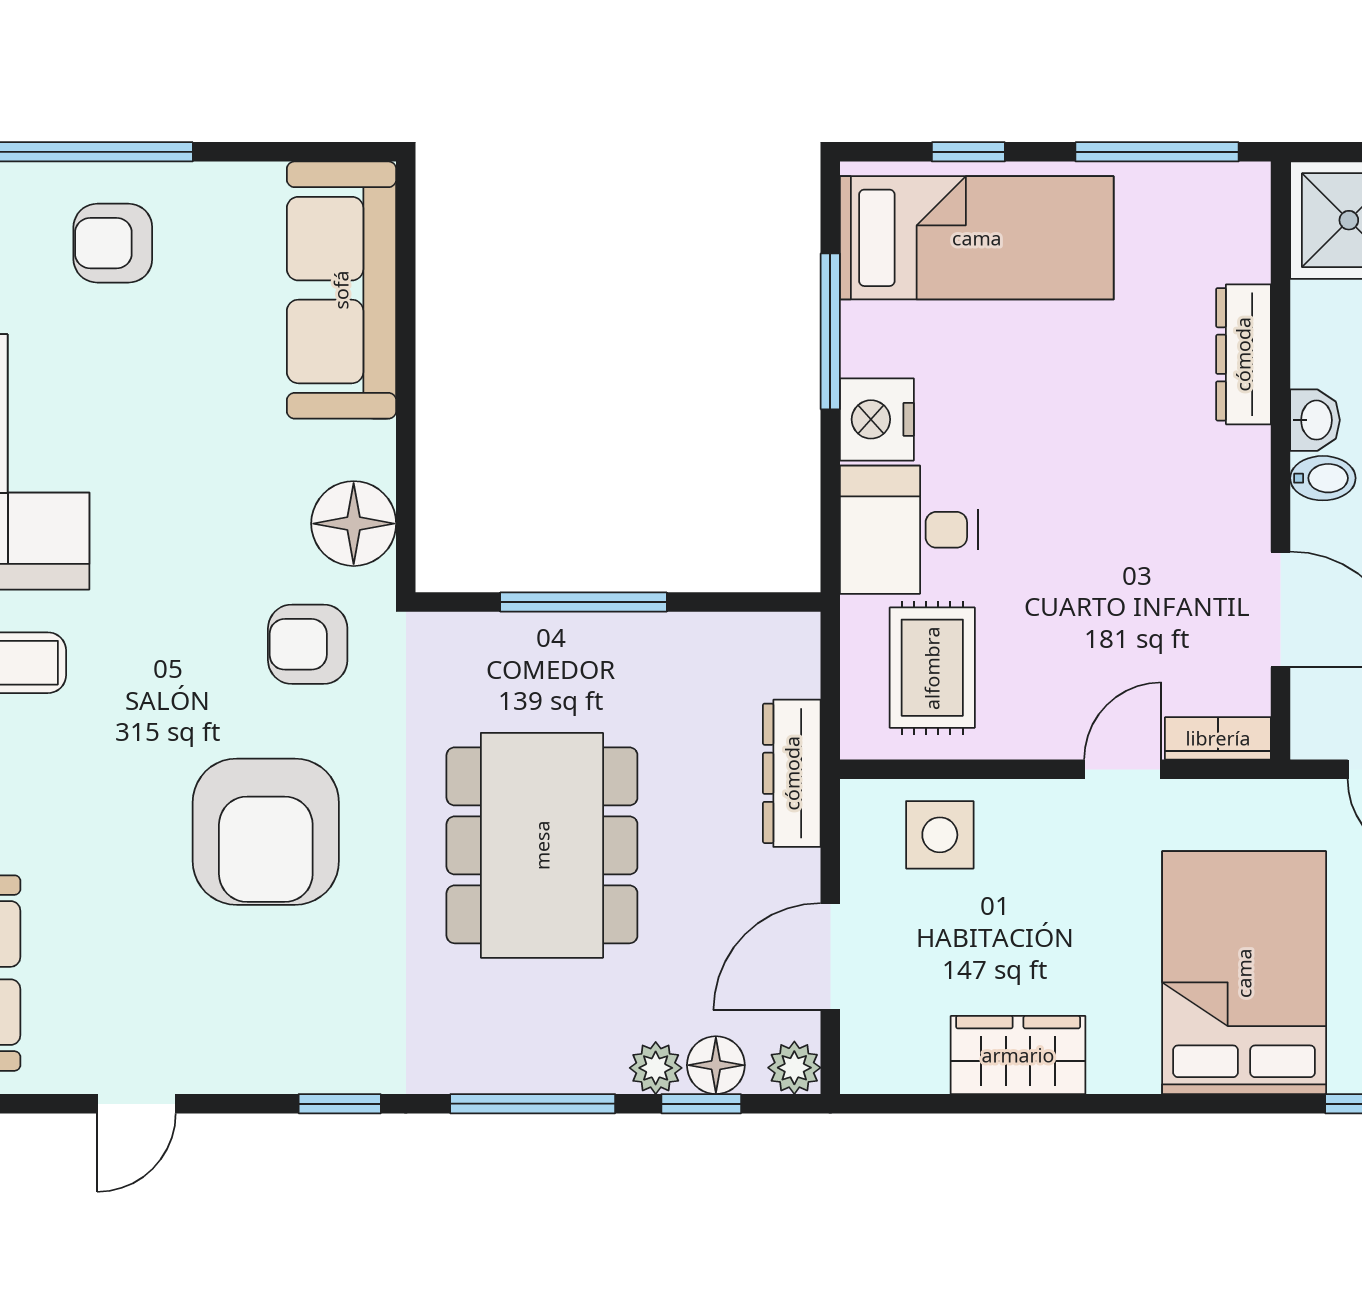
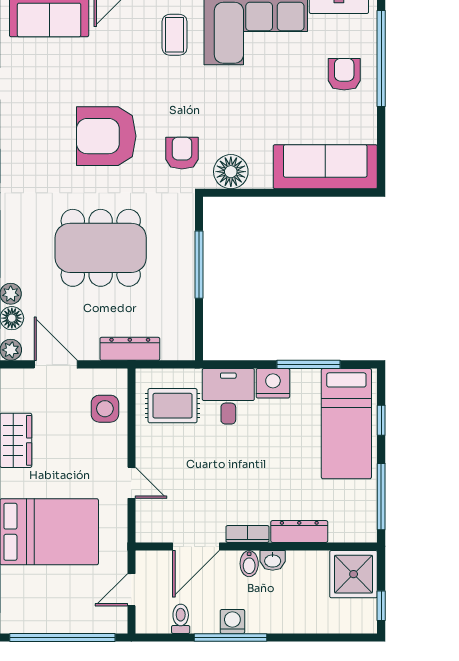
bookcase: (1218, 738) -> (247, 534), moved, turned -90

